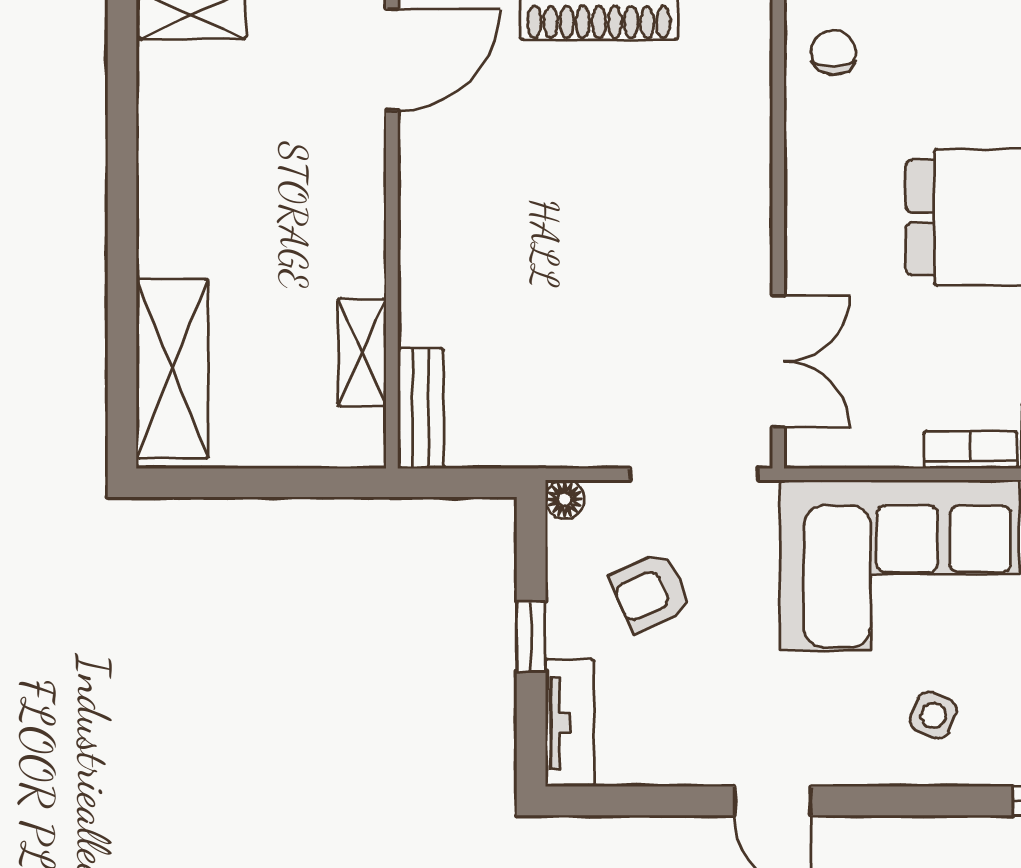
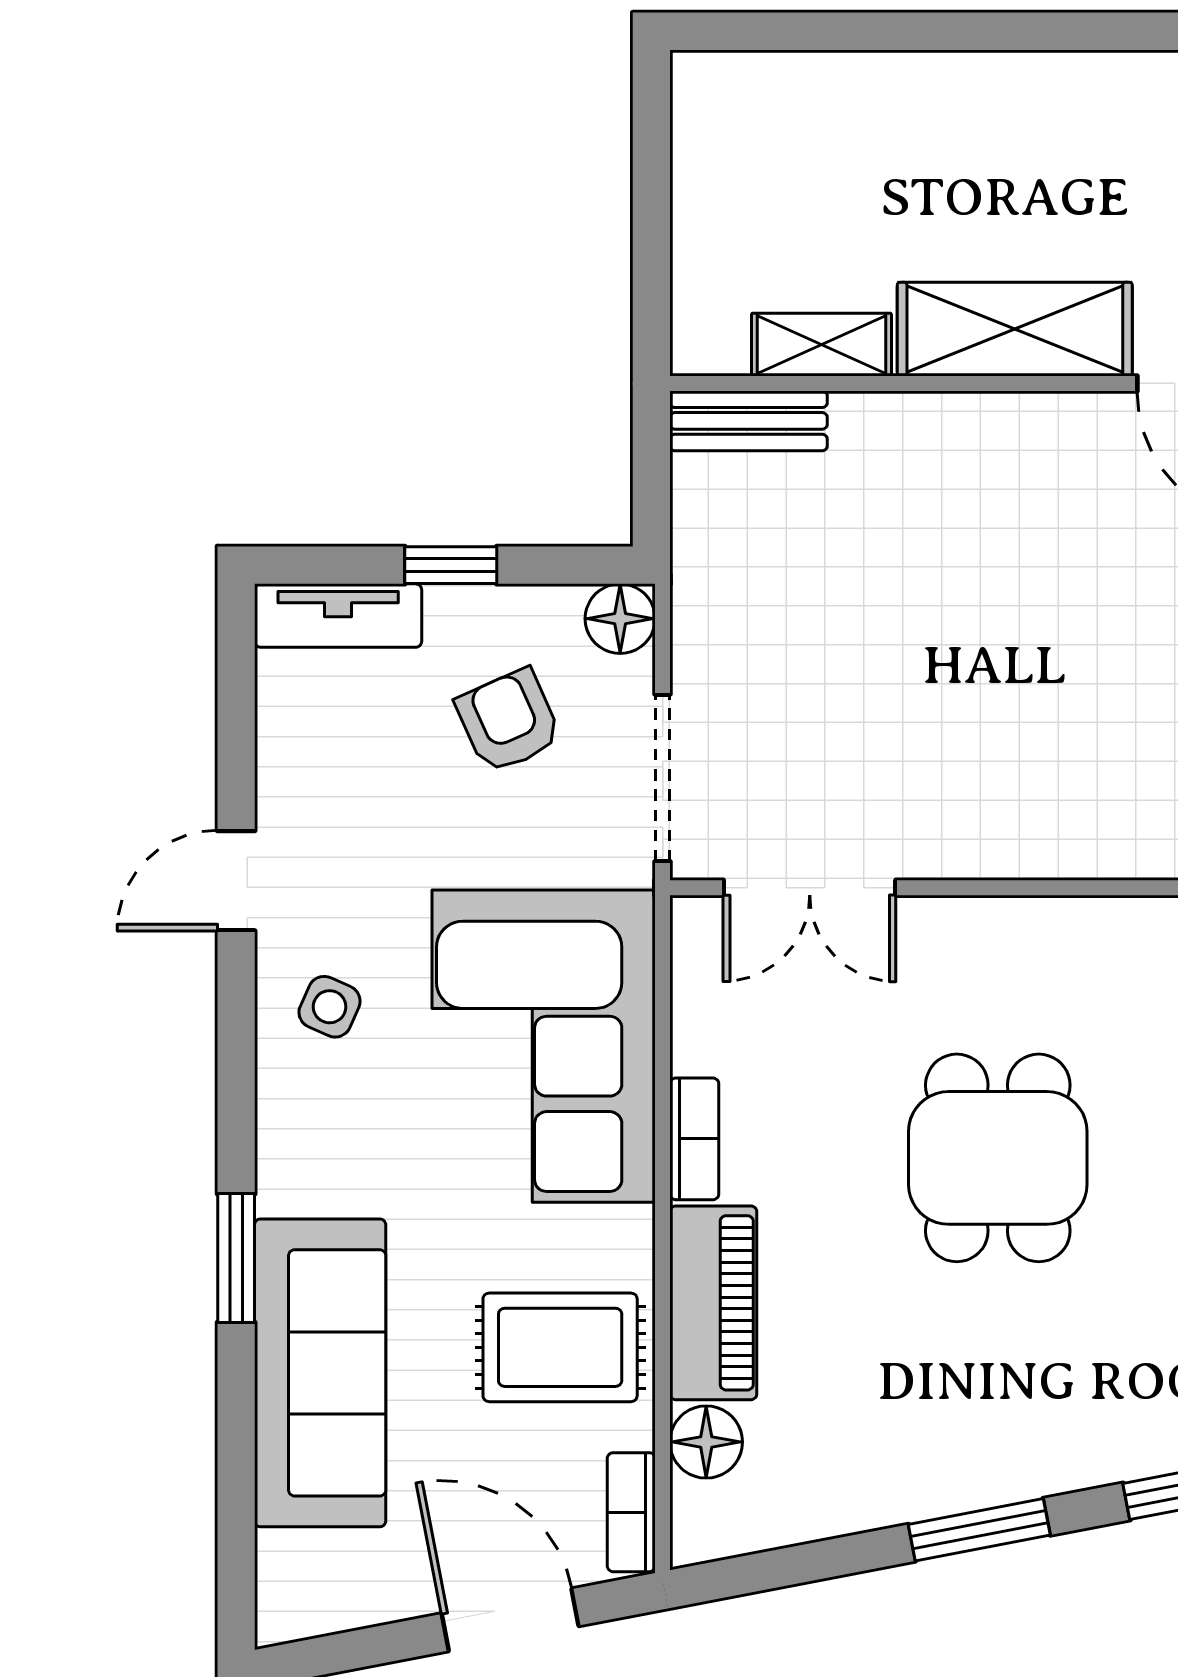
shelving: (172, 369) -> (1015, 329), moved
floor lamp: (565, 499) -> (620, 619), width x1.37, depth x1.37
side table: (933, 715) -> (330, 1007), moved

